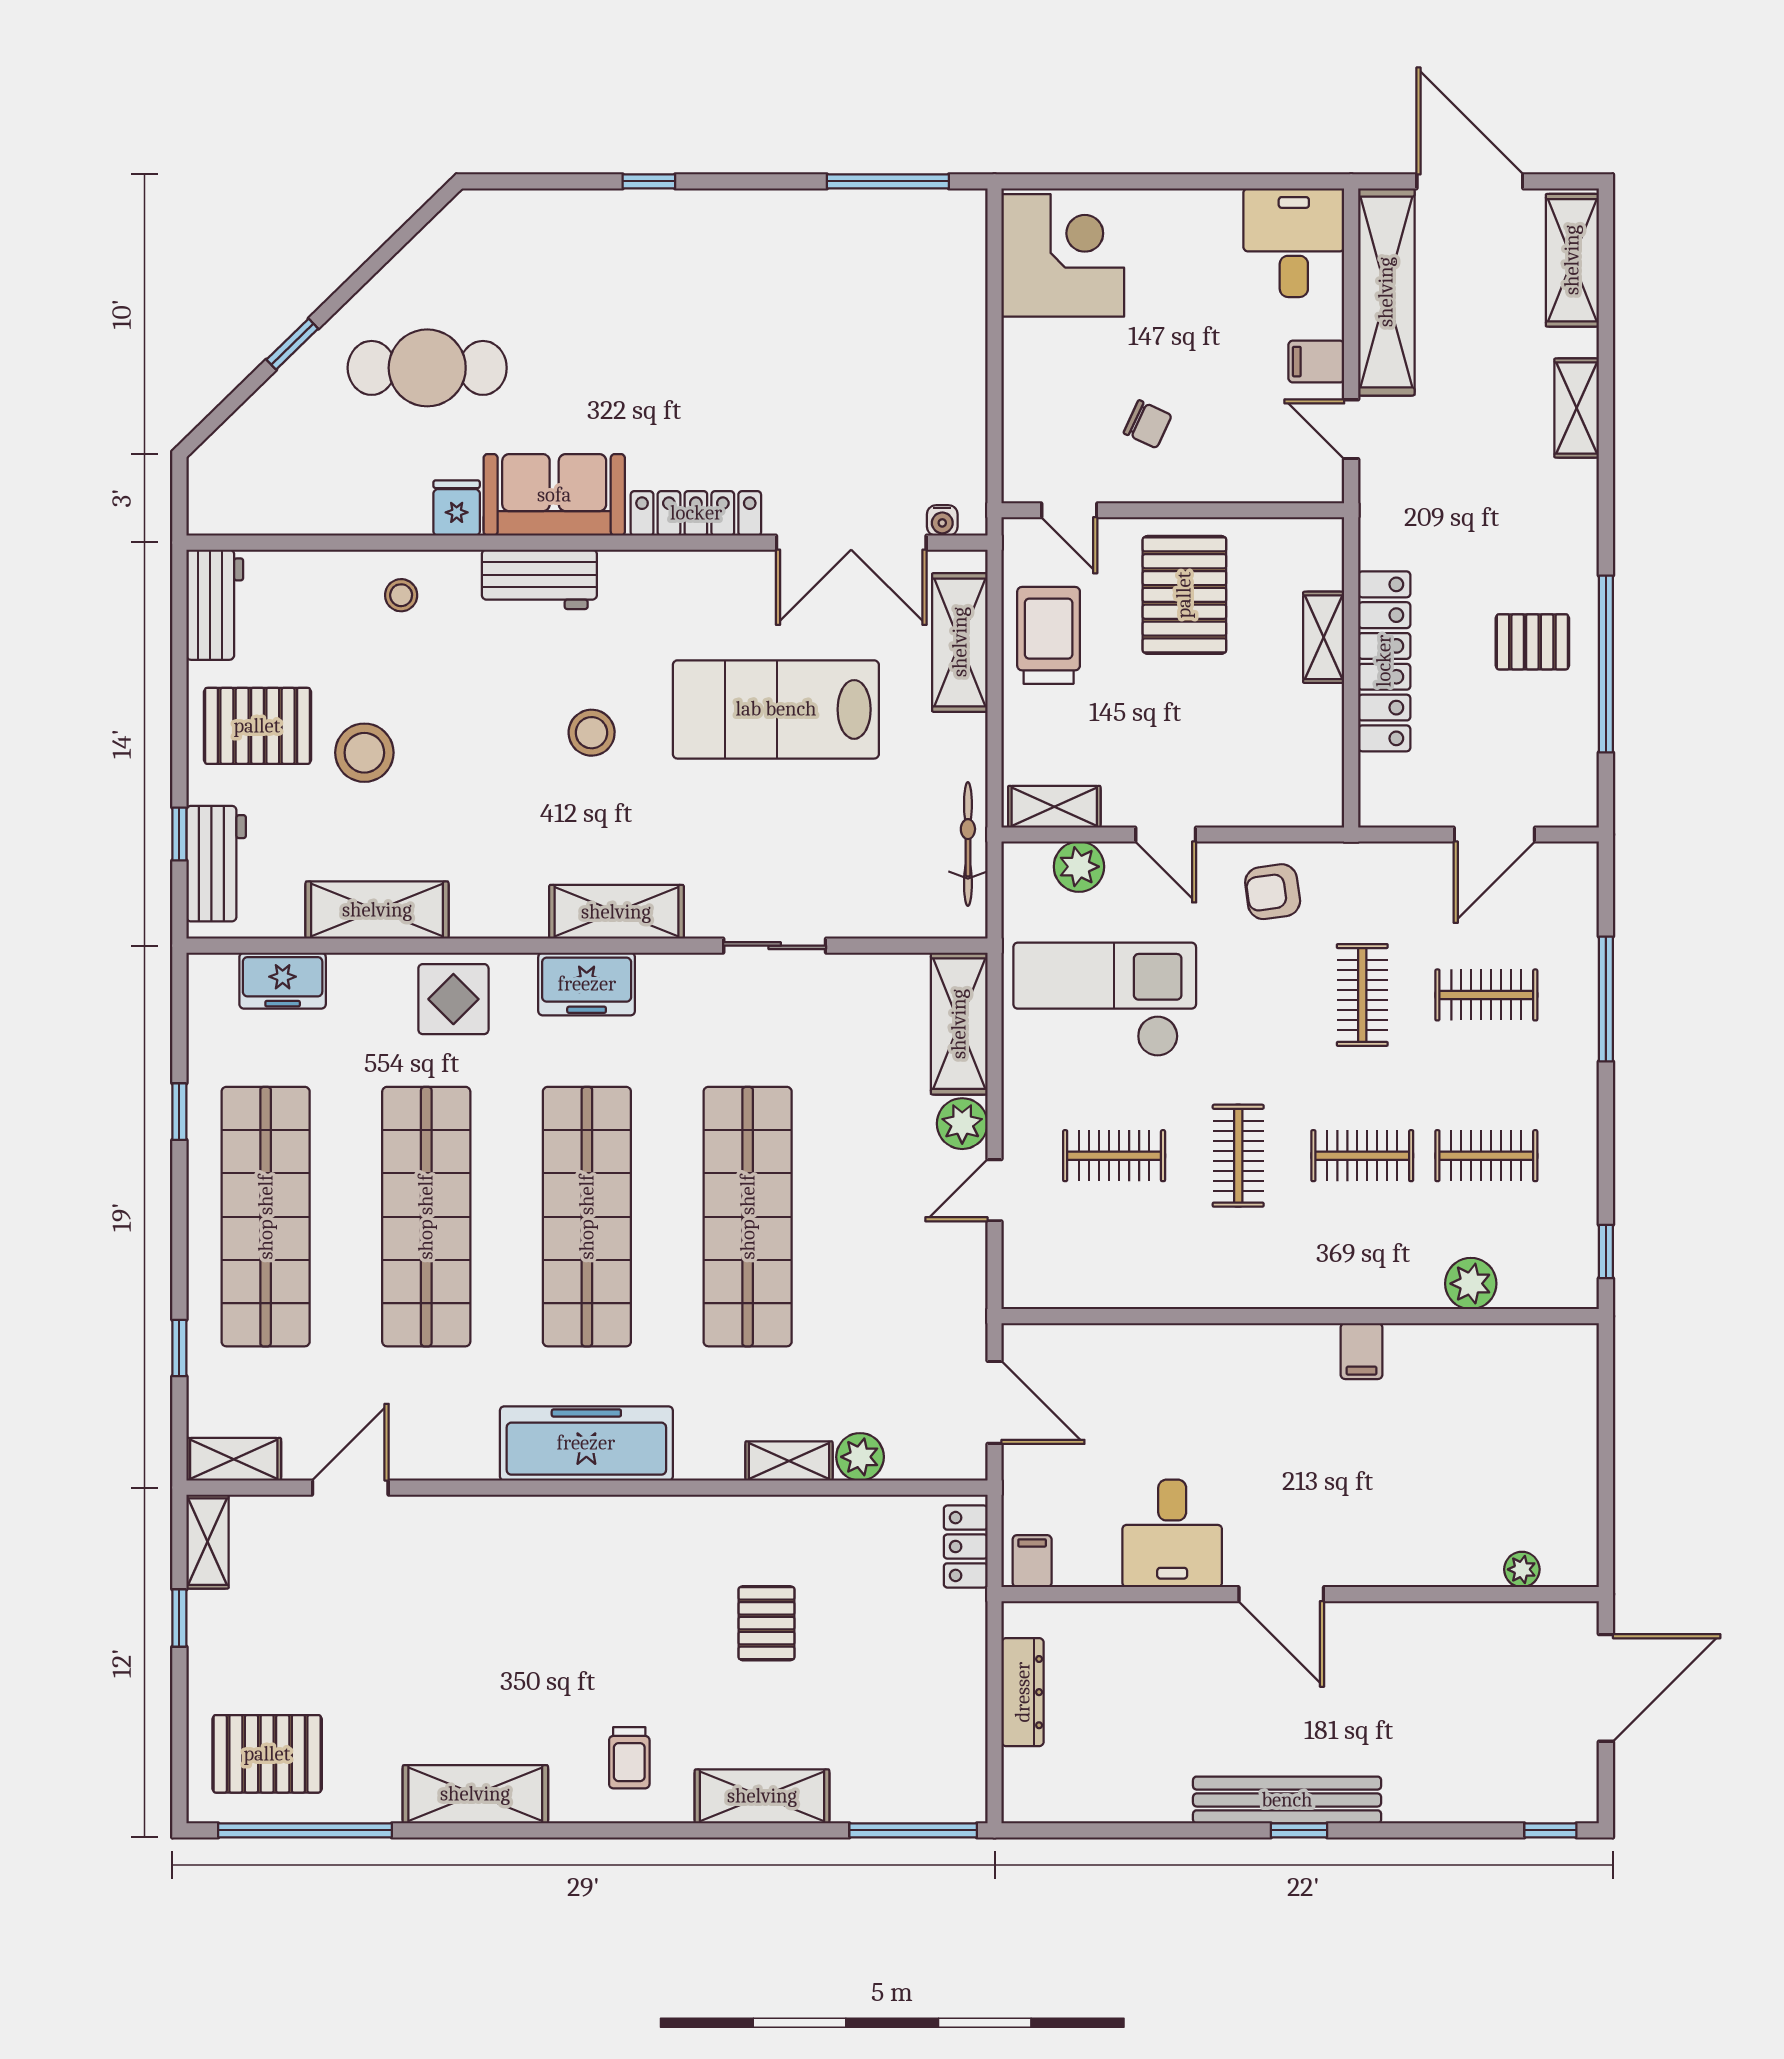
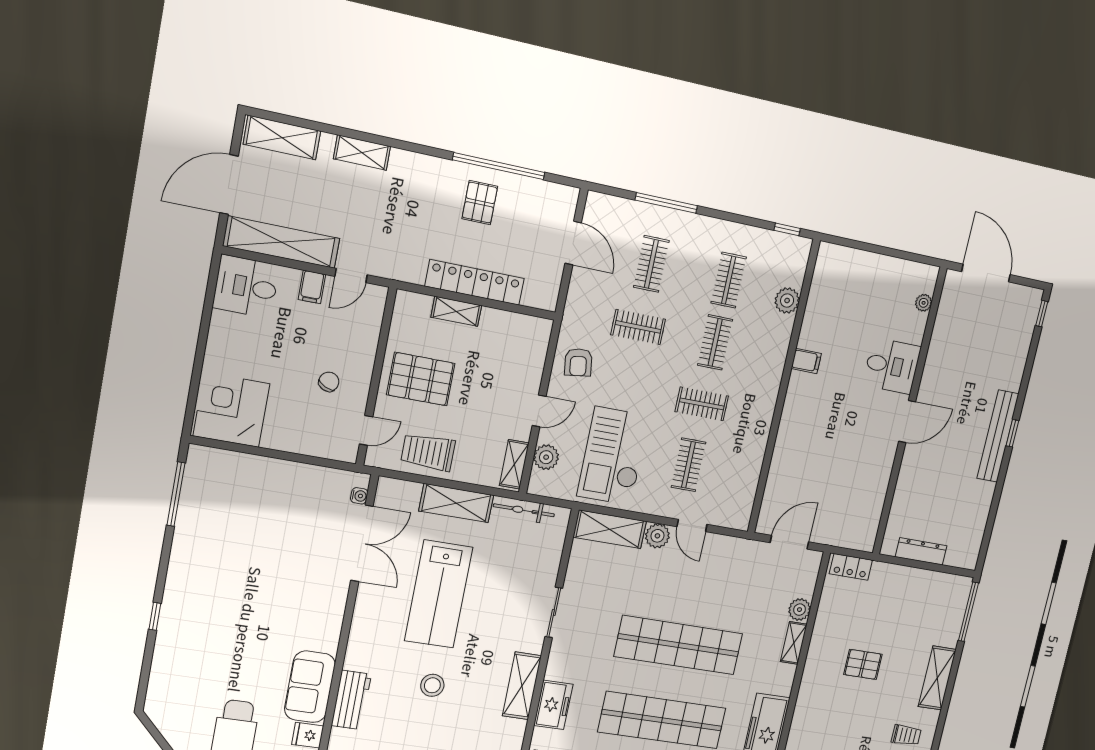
locker: (696, 513) -> (332, 618), removed
shelving: (960, 642) -> (456, 503), moved
desk: (1172, 1533) -> (892, 366), moved
filing cabinet: (1032, 1561) -> (865, 537), removed

